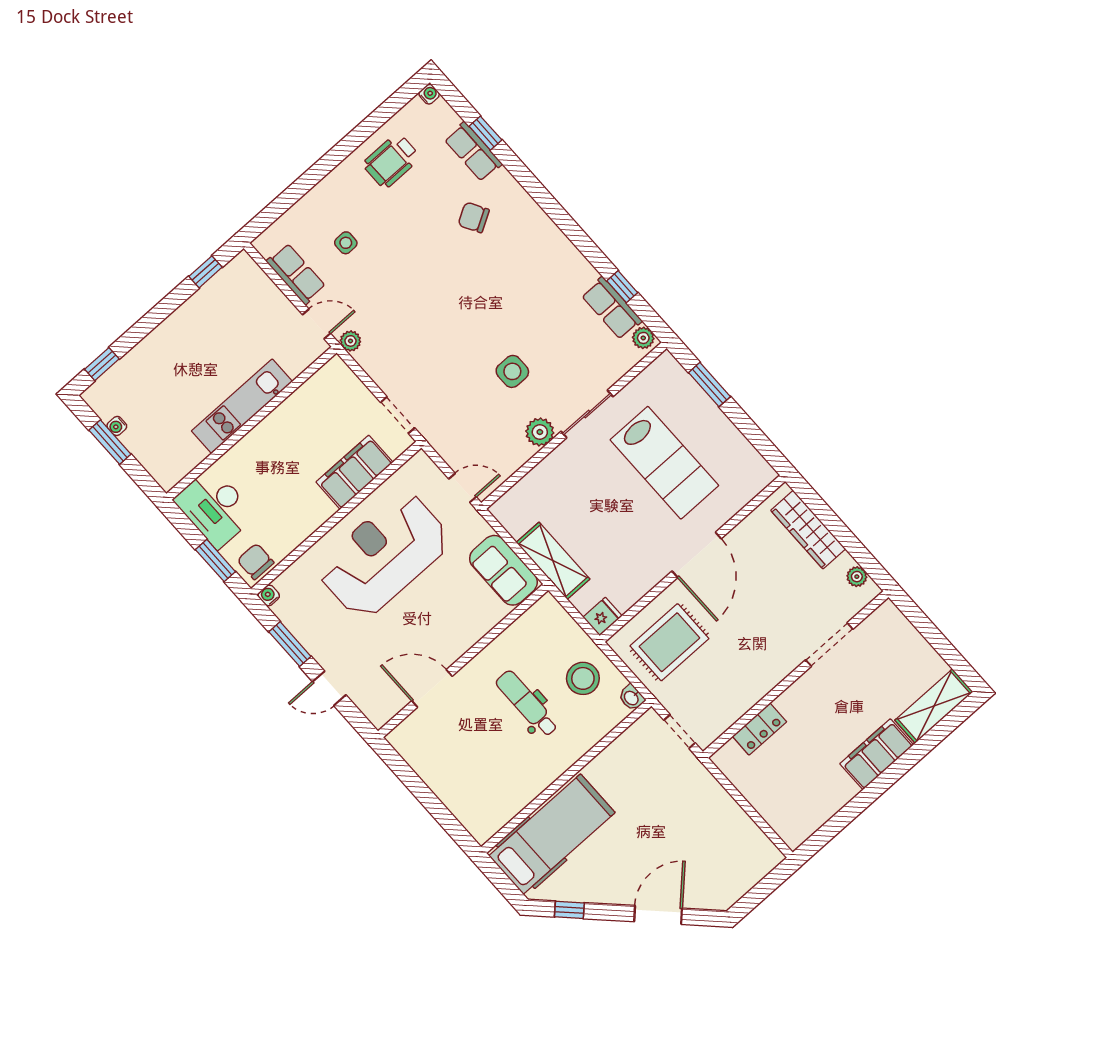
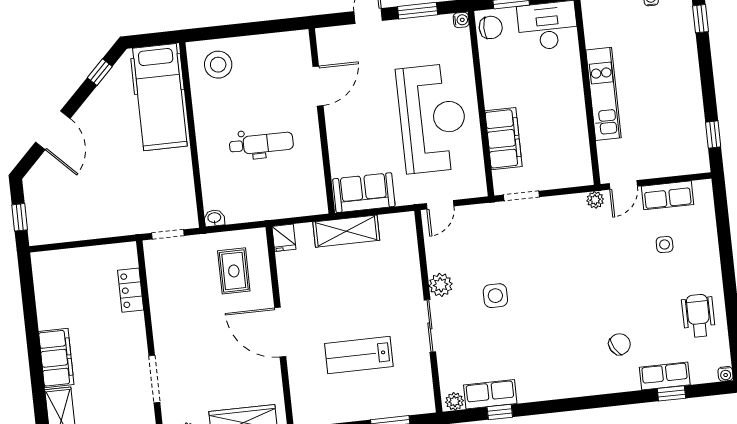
lab bench: (664, 463) -> (359, 355), width x0.73, depth x0.72
rug: (669, 642) -> (234, 271), width x0.73, depth x0.70
stool: (583, 678) -> (218, 65), moved
window: (766, 887) -> (20, 217), added

